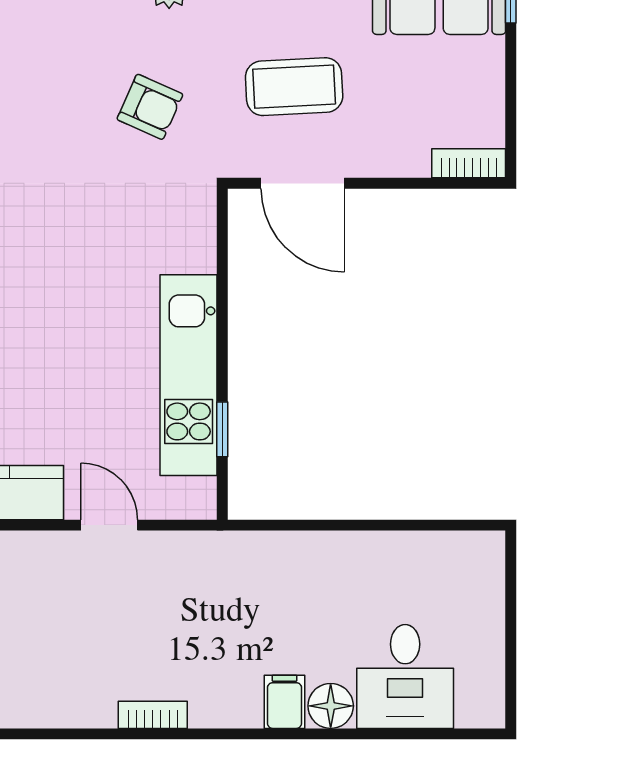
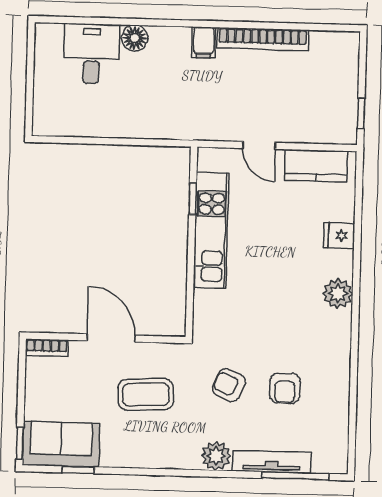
armchair: (53, 104) -> (285, 388), added
door: (303, 183) -> (111, 338), moved
filing cabinet: (285, 702) -> (204, 42), moved
bookcase: (153, 715) -> (263, 39), width x2.31, depth x1.31

